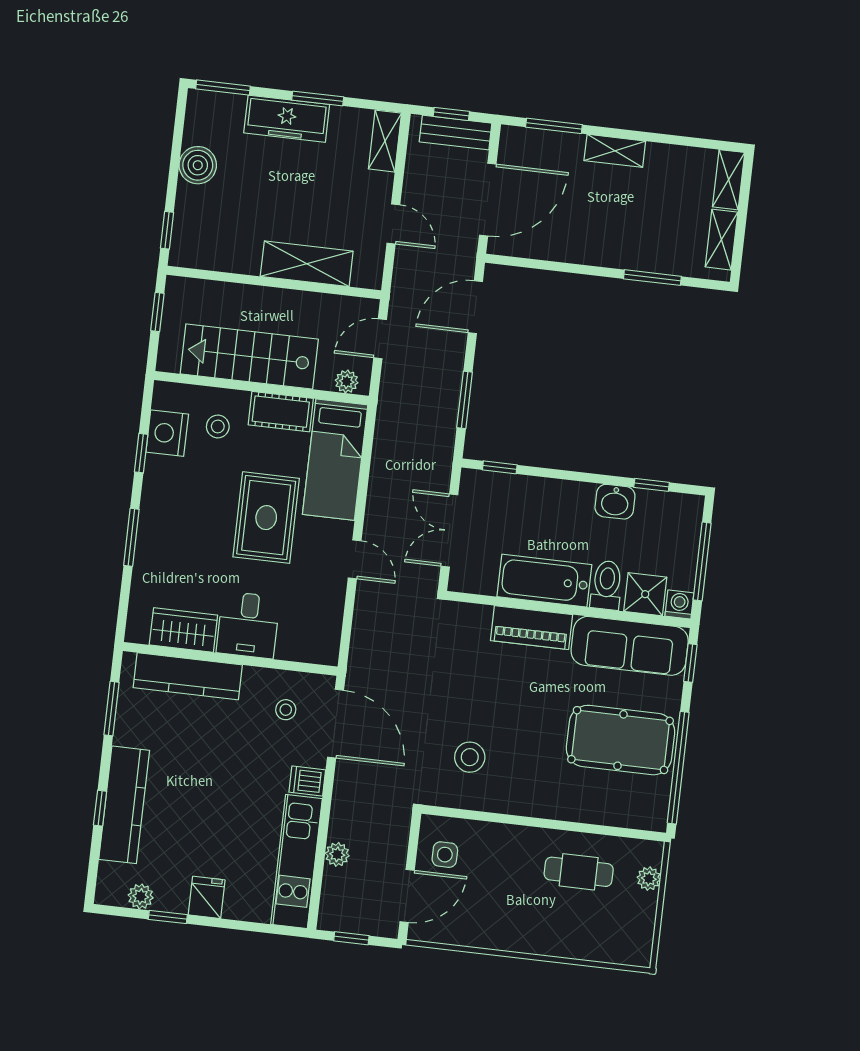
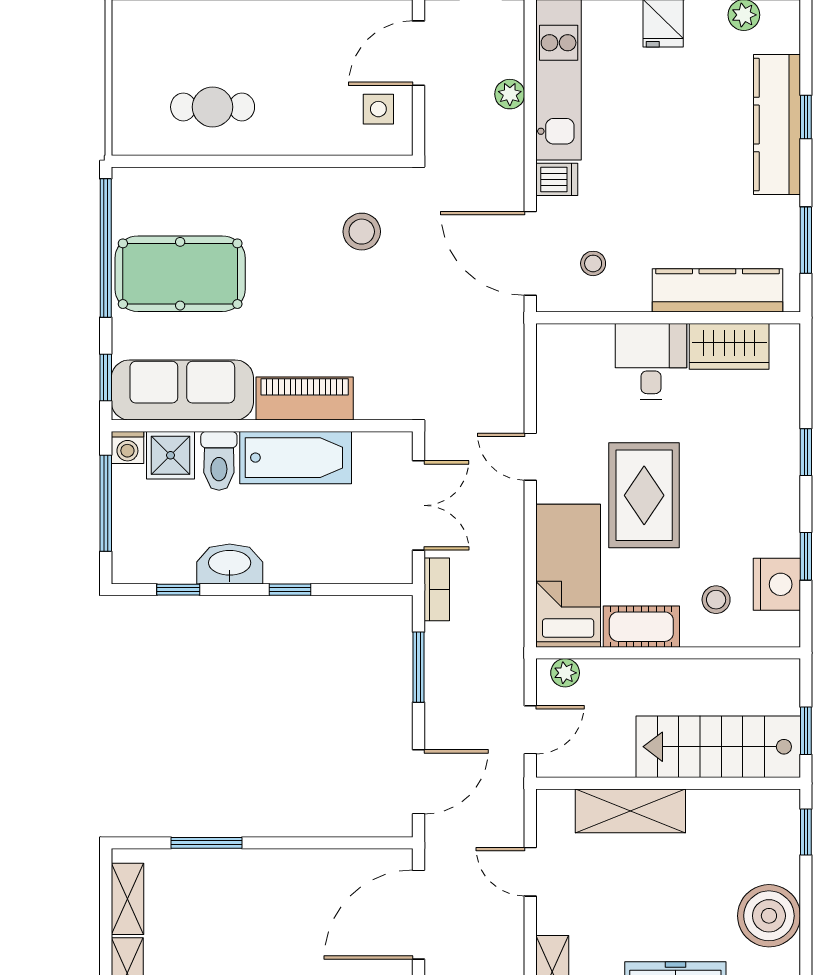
boiler: (198, 165) -> (769, 916), width x1.37, depth x1.37
stairs: (249, 357) -> (718, 747), moved, turned 180
bookcase: (443, 461) -> (437, 589), added
window: (500, 467) -> (290, 590), moved
washbasin: (615, 502) -> (230, 564), width x1.38
window: (131, 537) -> (806, 452), width x0.67
plant: (649, 879) -> (126, 109), removed

